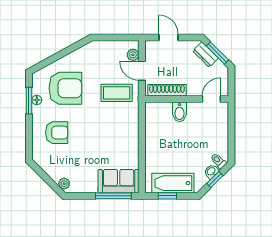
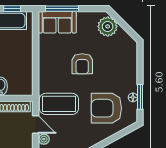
coffee table: (117, 93) -> (59, 104), width x1.36, depth x1.32
armchair: (57, 133) -> (82, 64), moved, turned -90
plant: (64, 184) -> (108, 26), width x1.87, depth x1.87

